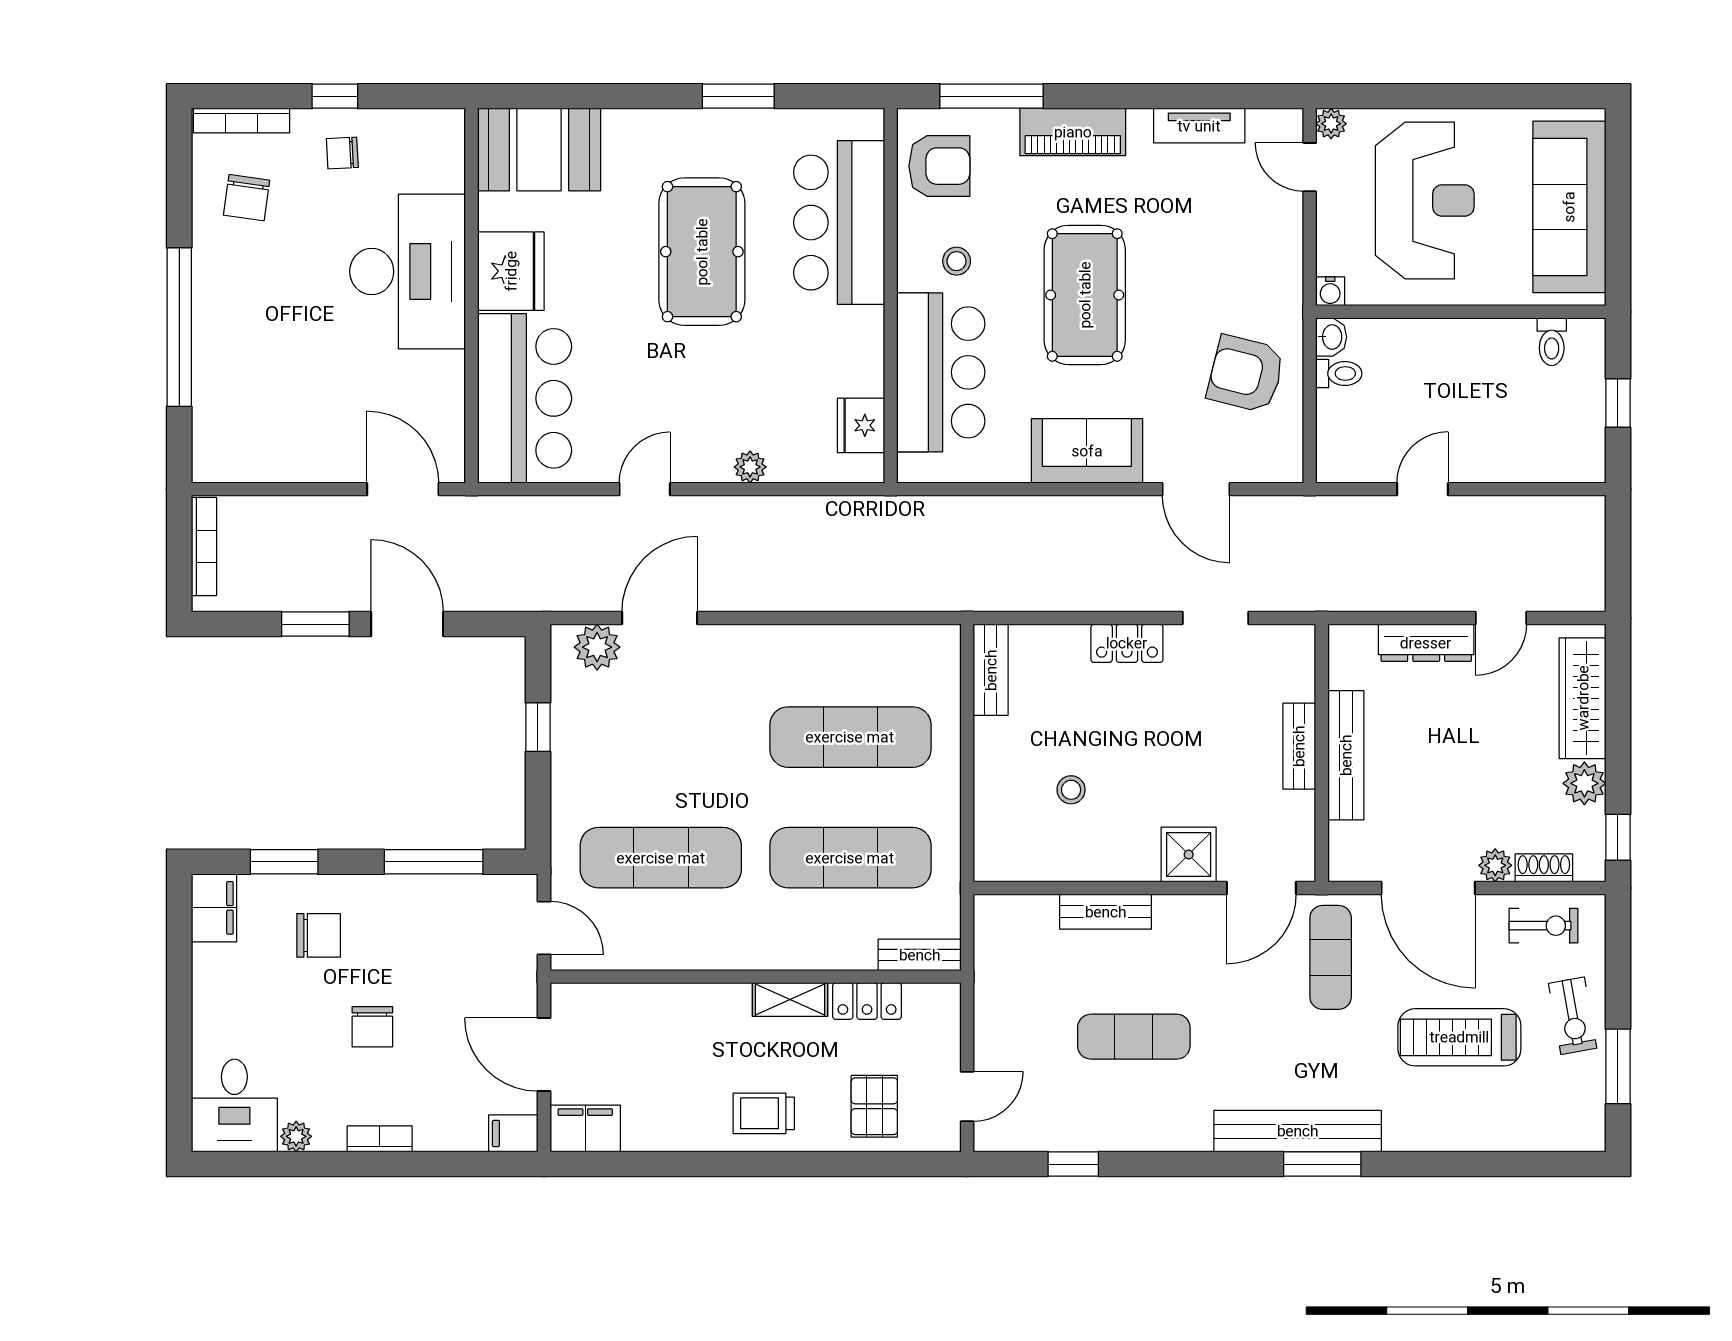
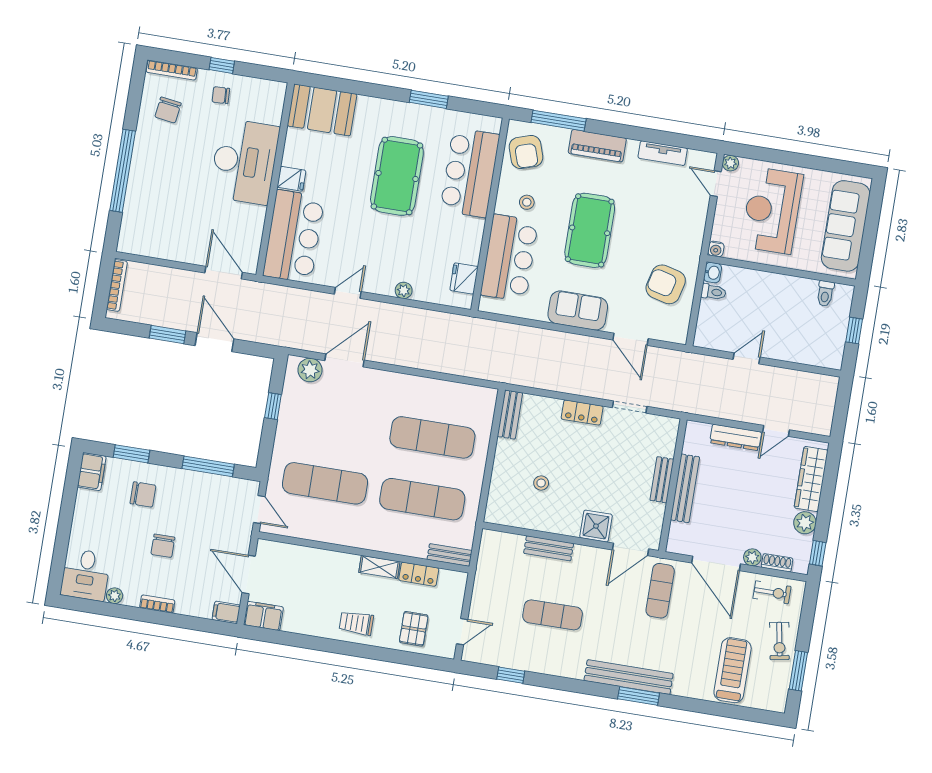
armchair: (939, 166) -> (526, 152), turned 72
reception desk: (1425, 200) -> (772, 210), turned 180
fridge: (511, 271) -> (291, 179), width x0.53, depth x0.75
treadmill: (1459, 1037) -> (733, 670), moved, turned 90

